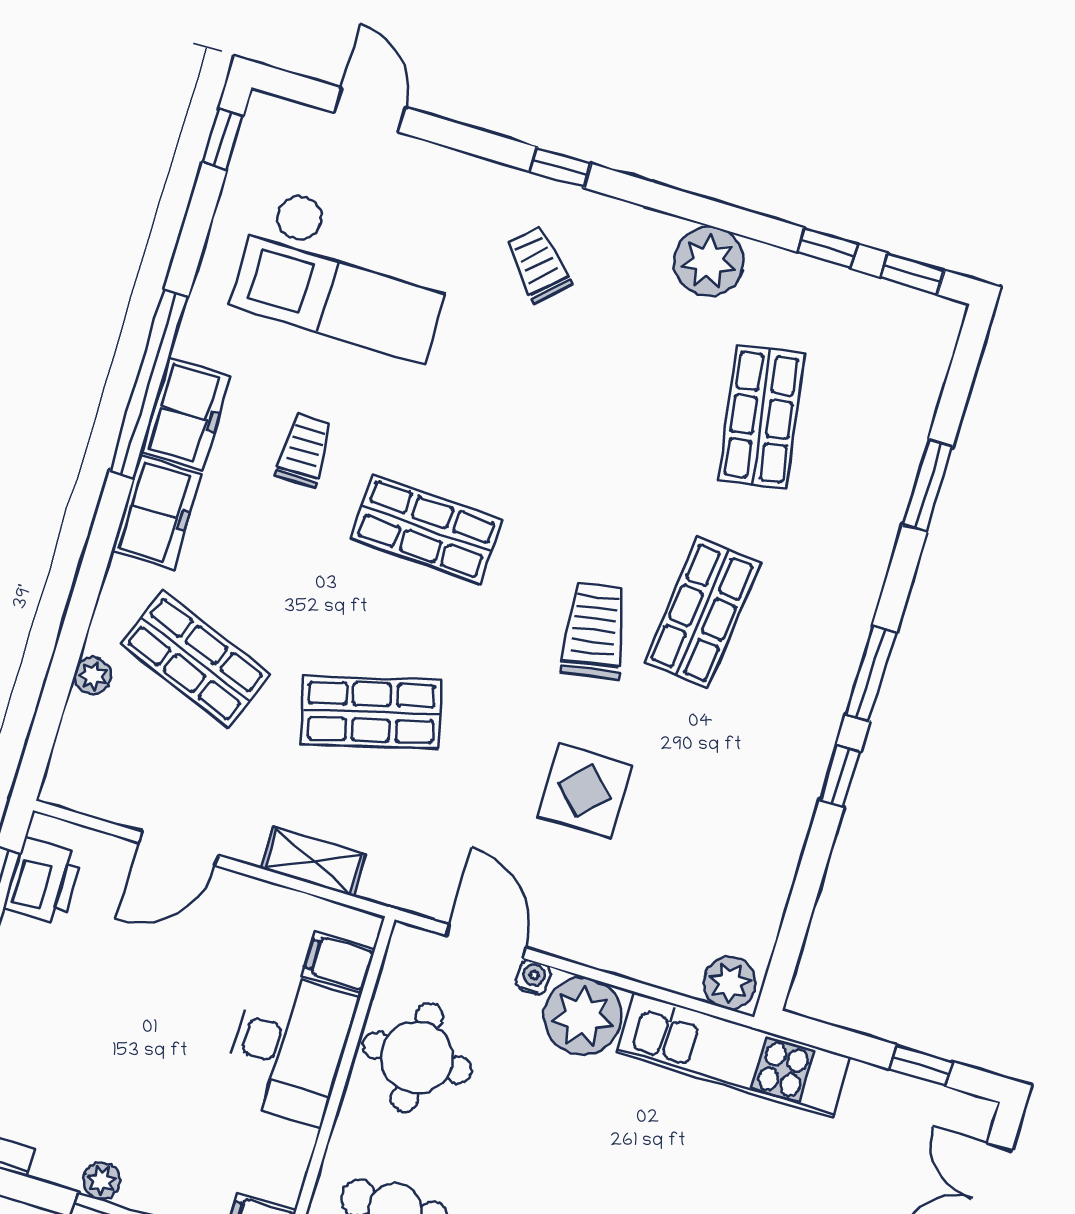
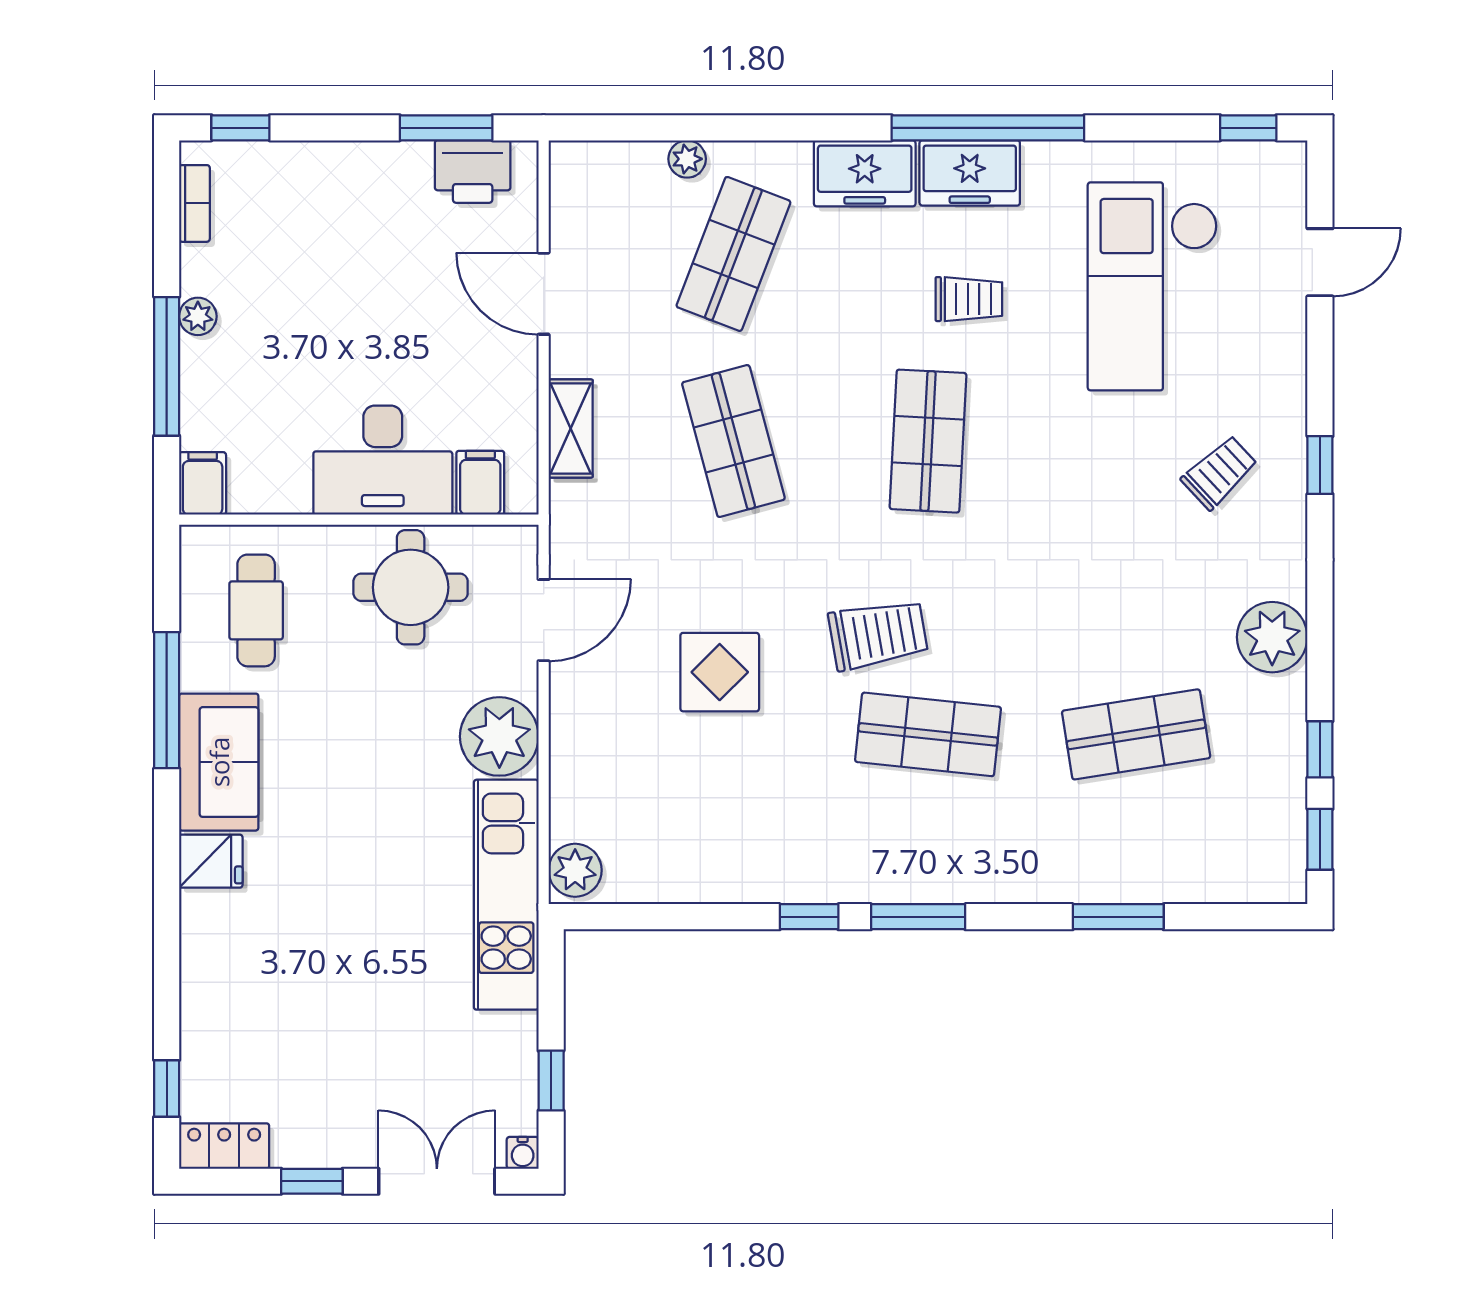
water cooler: (533, 977) -> (523, 1153), moved, turned 90

